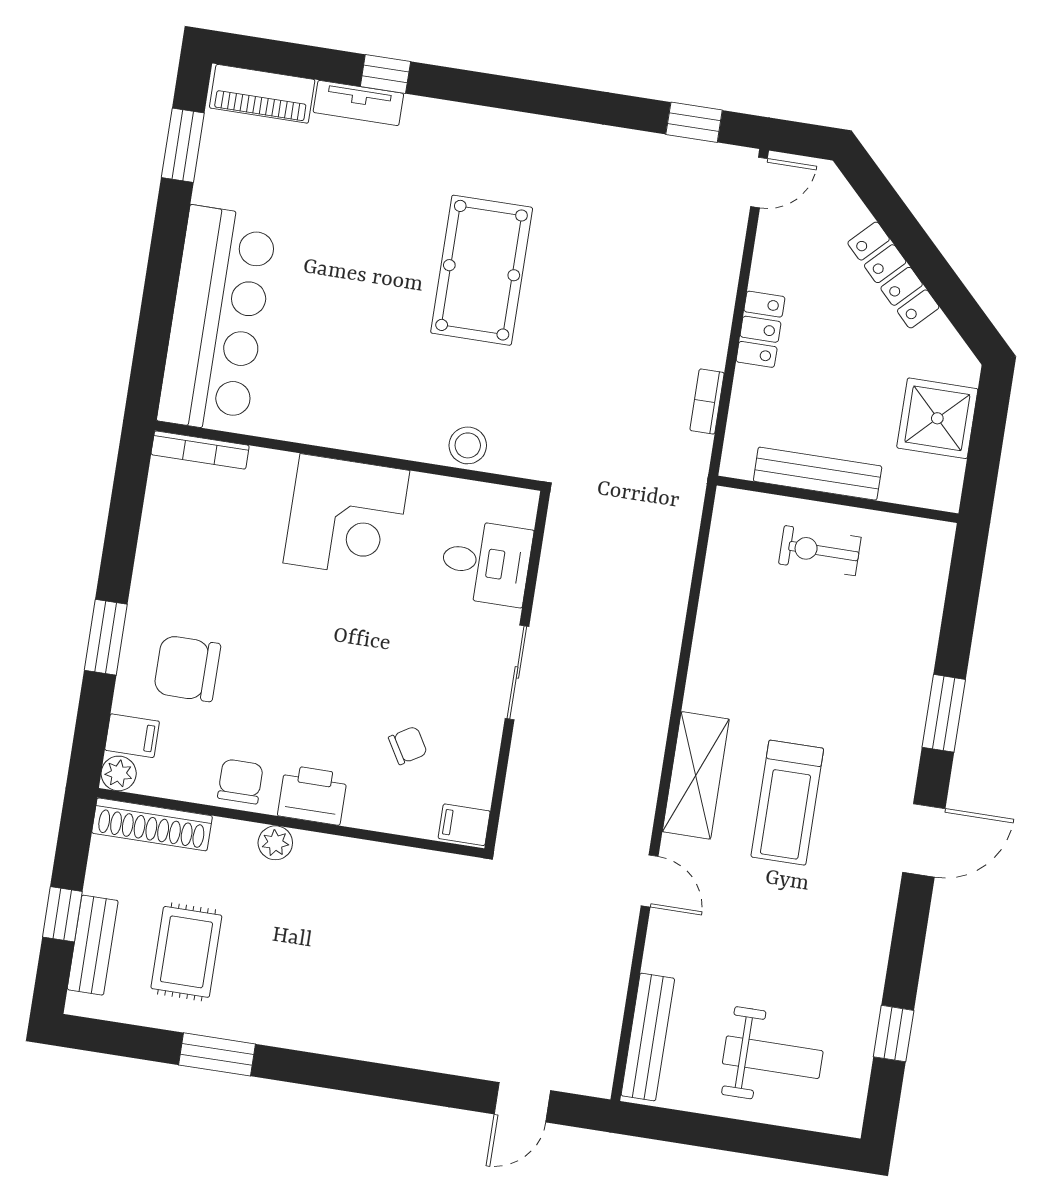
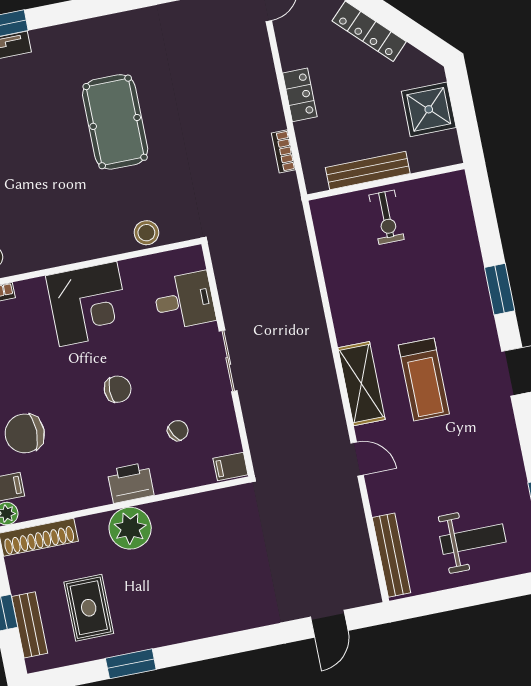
exercise bike: (820, 551) -> (387, 217), turned -90
chair: (240, 781) -> (118, 389), moved, turned 90
plant: (275, 843) -> (130, 528), width x1.87, depth x1.87

